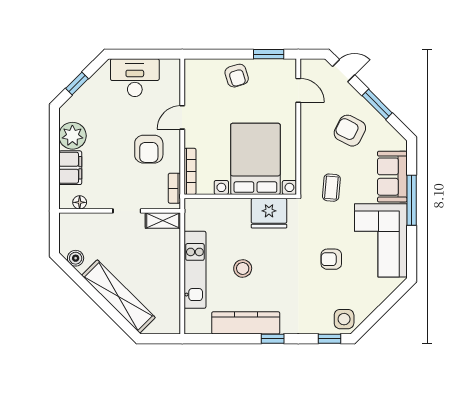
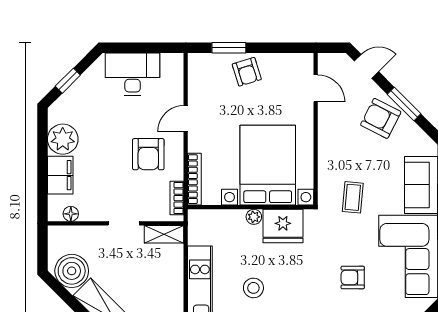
window: (269, 54) -> (229, 48), moved
armchair: (350, 131) -> (381, 118), moved
plant: (243, 205) -> (254, 217), added
boiler: (76, 258) -> (72, 271), width x1.86, depth x1.86

